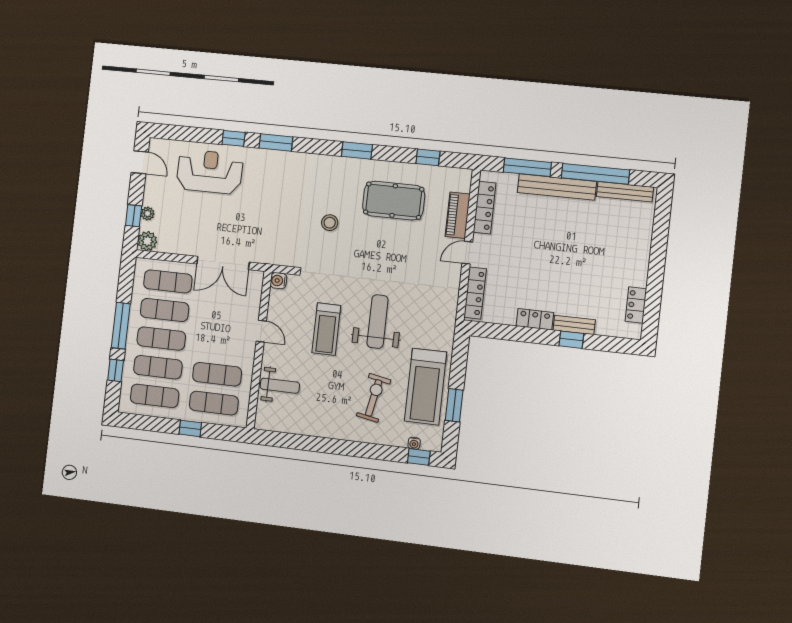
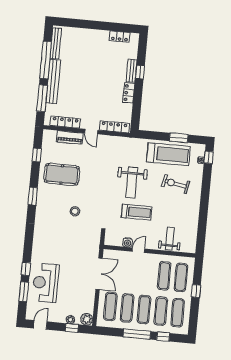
window: (276, 143) -> (24, 292), moved
pool table: (394, 201) -> (62, 174), turned 90
water cooler: (278, 281) -> (127, 242), moved
weight bench: (378, 322) -> (132, 182), turned -90

